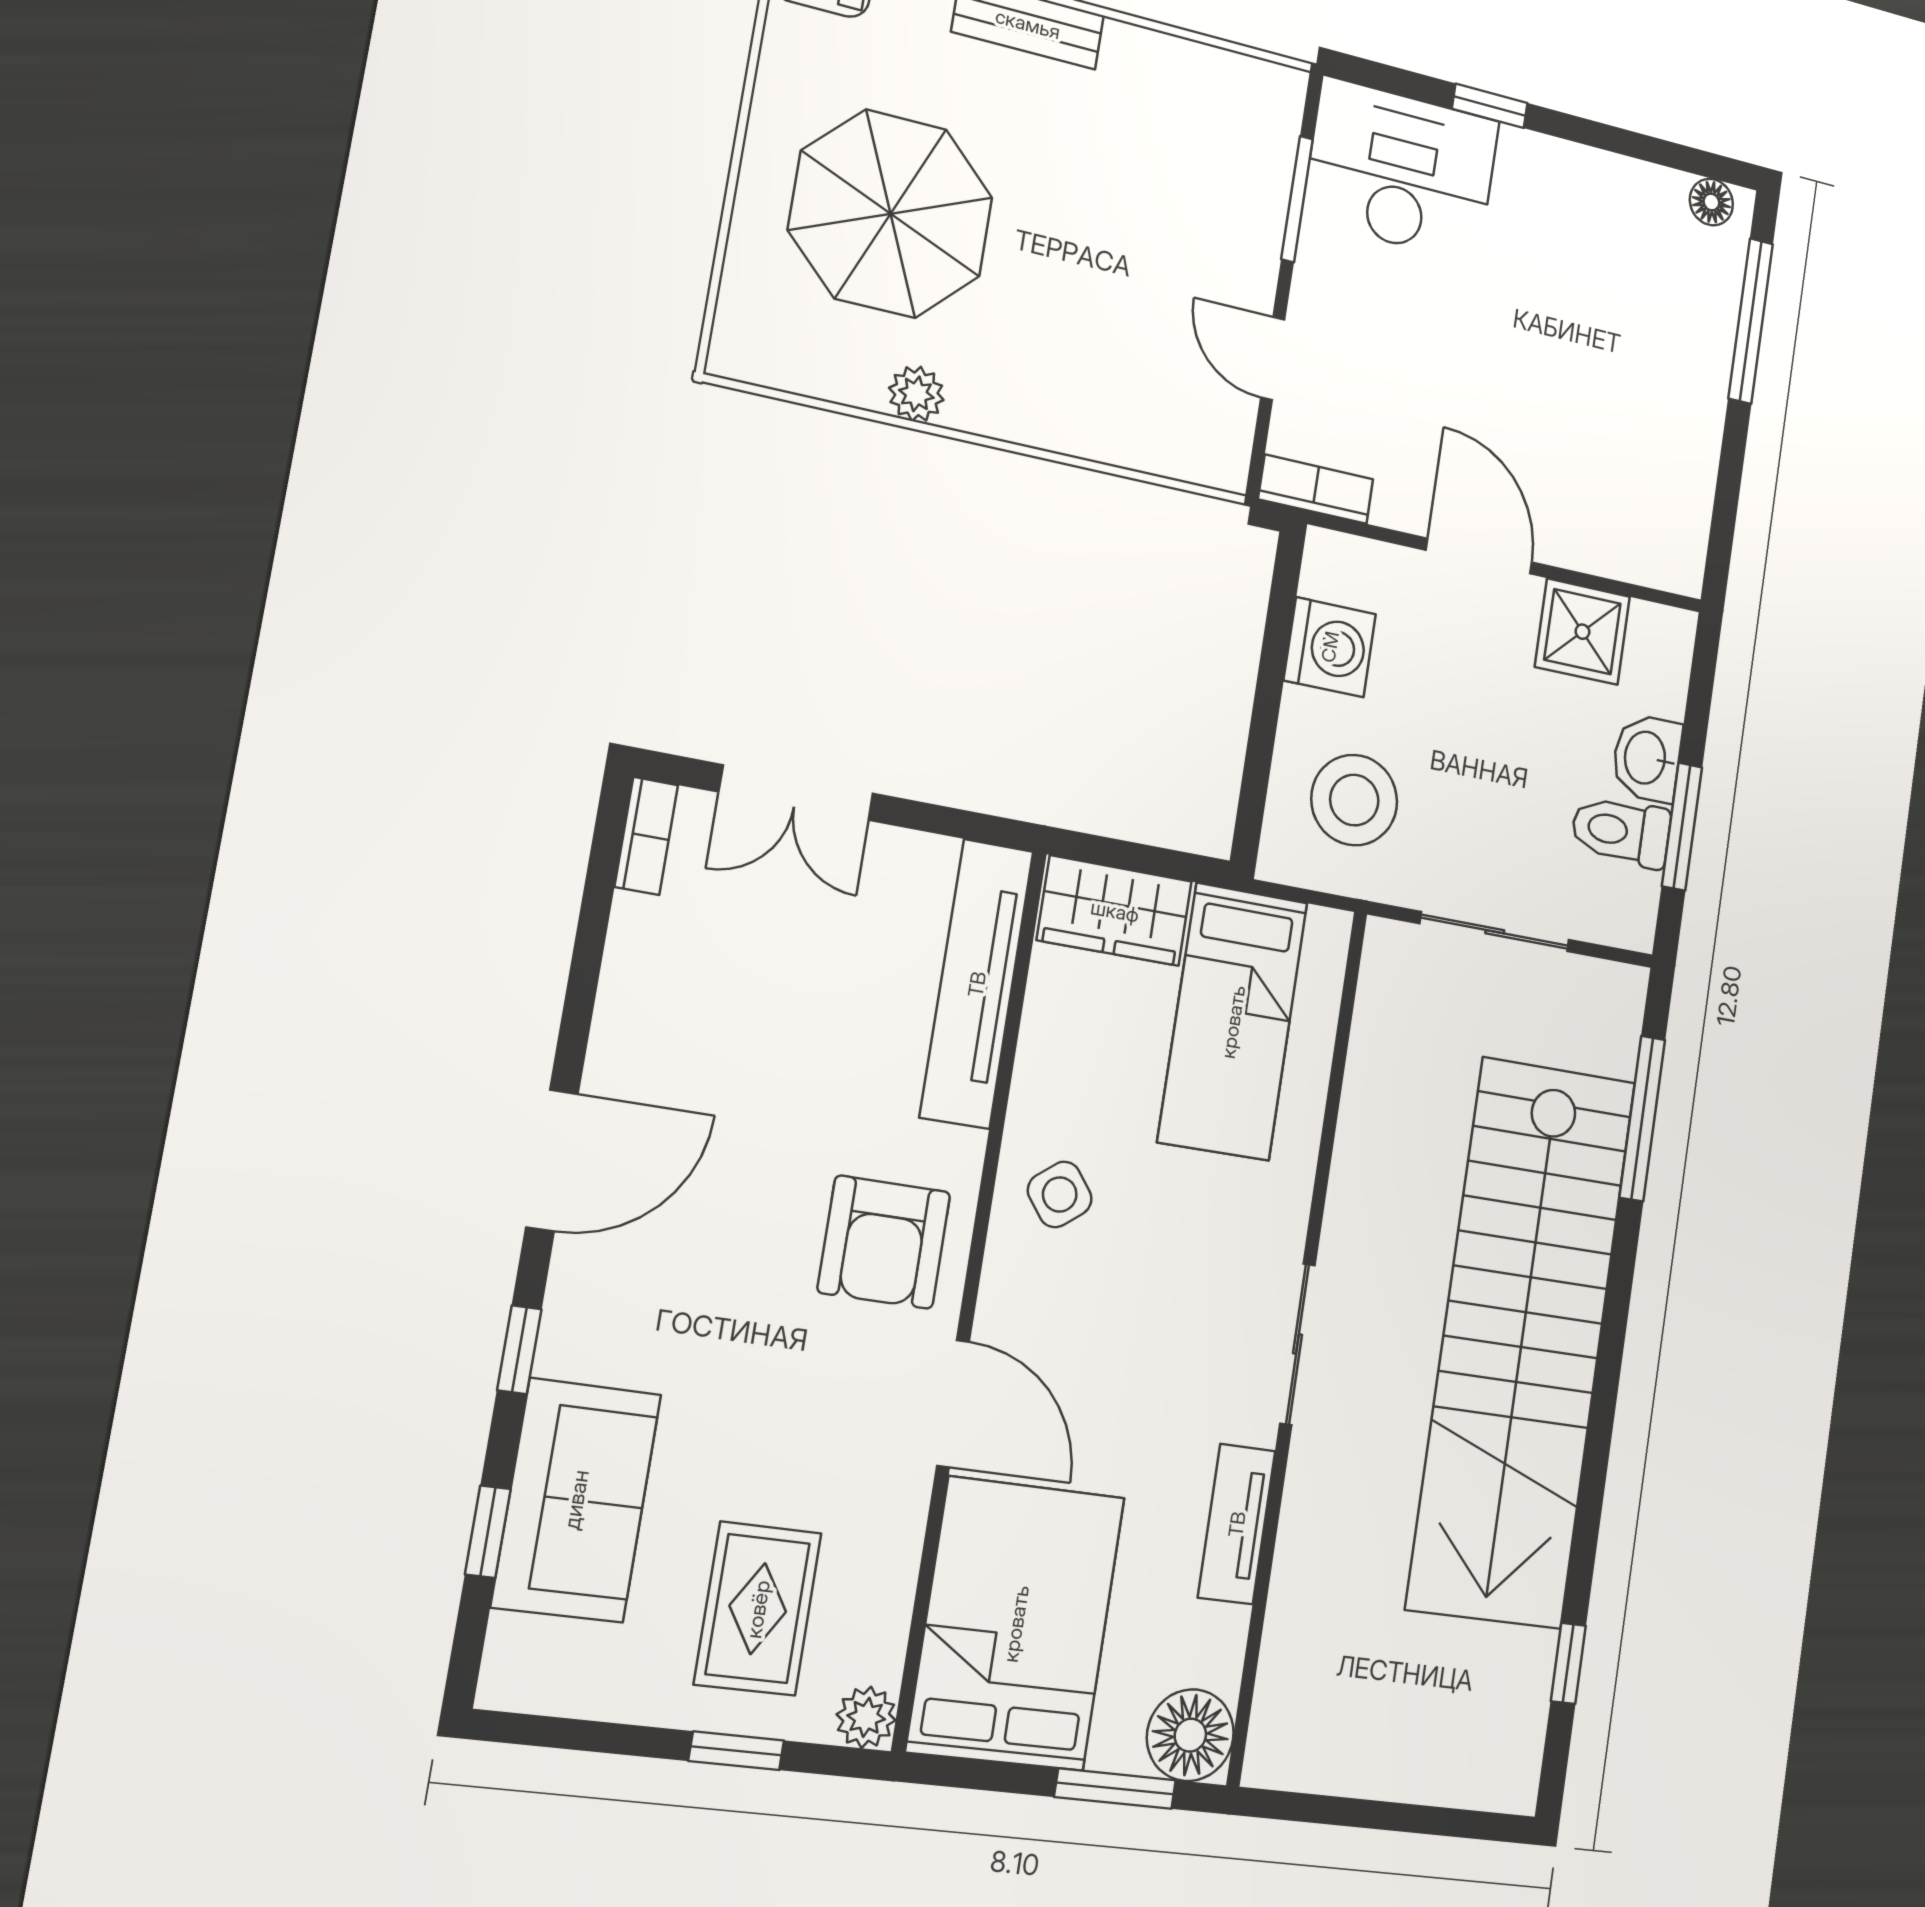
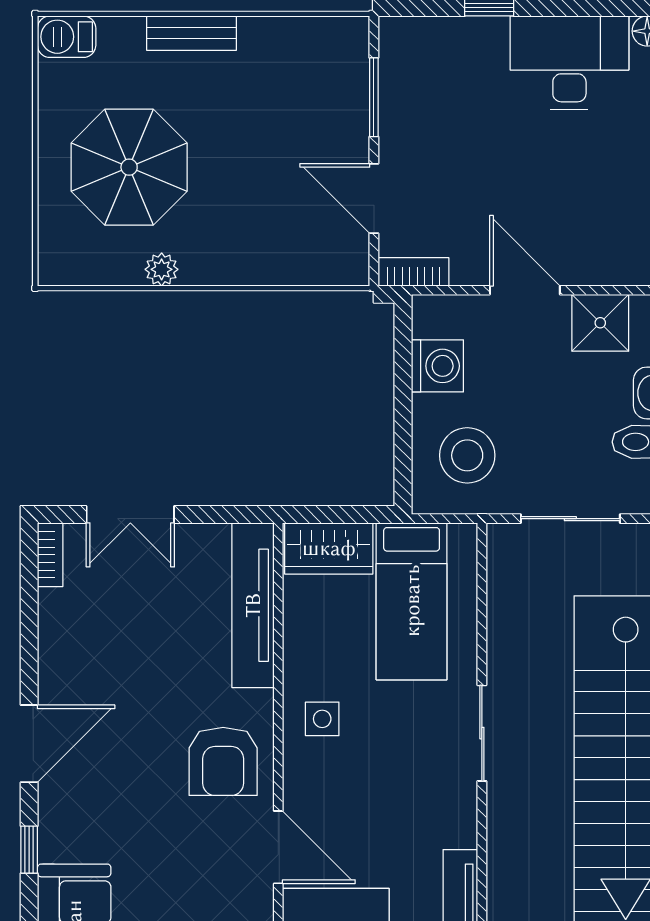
desk: (1401, 170) -> (569, 63), moved
door: (1273, 359) -> (374, 198), width x1.37
side table: (1060, 1194) -> (322, 719), turned 38
sliding door: (1297, 1344) -> (482, 733), moved

